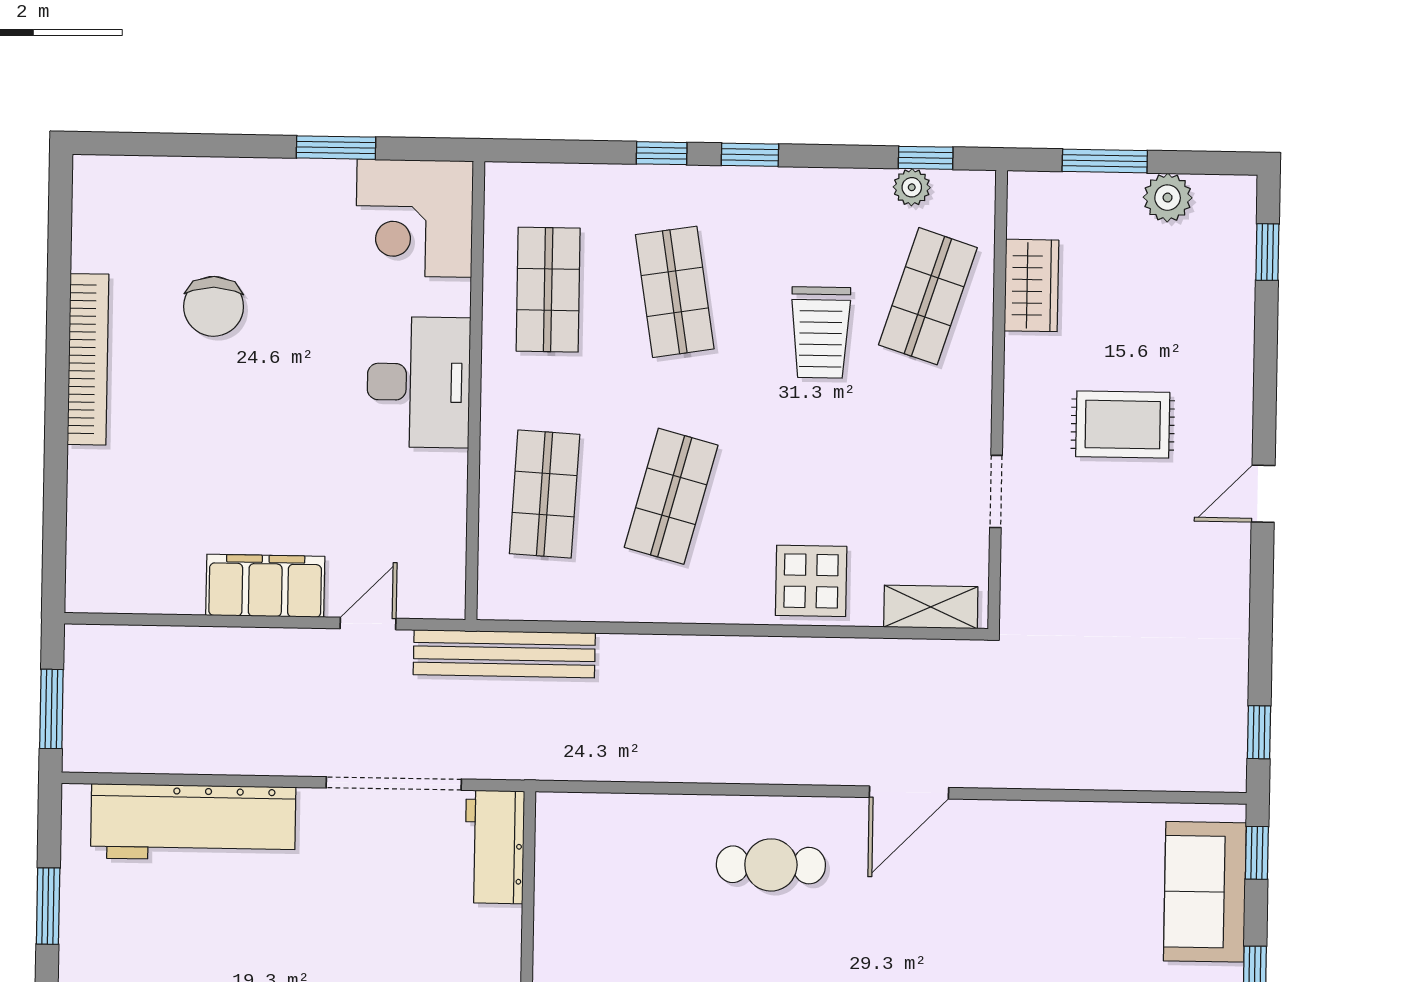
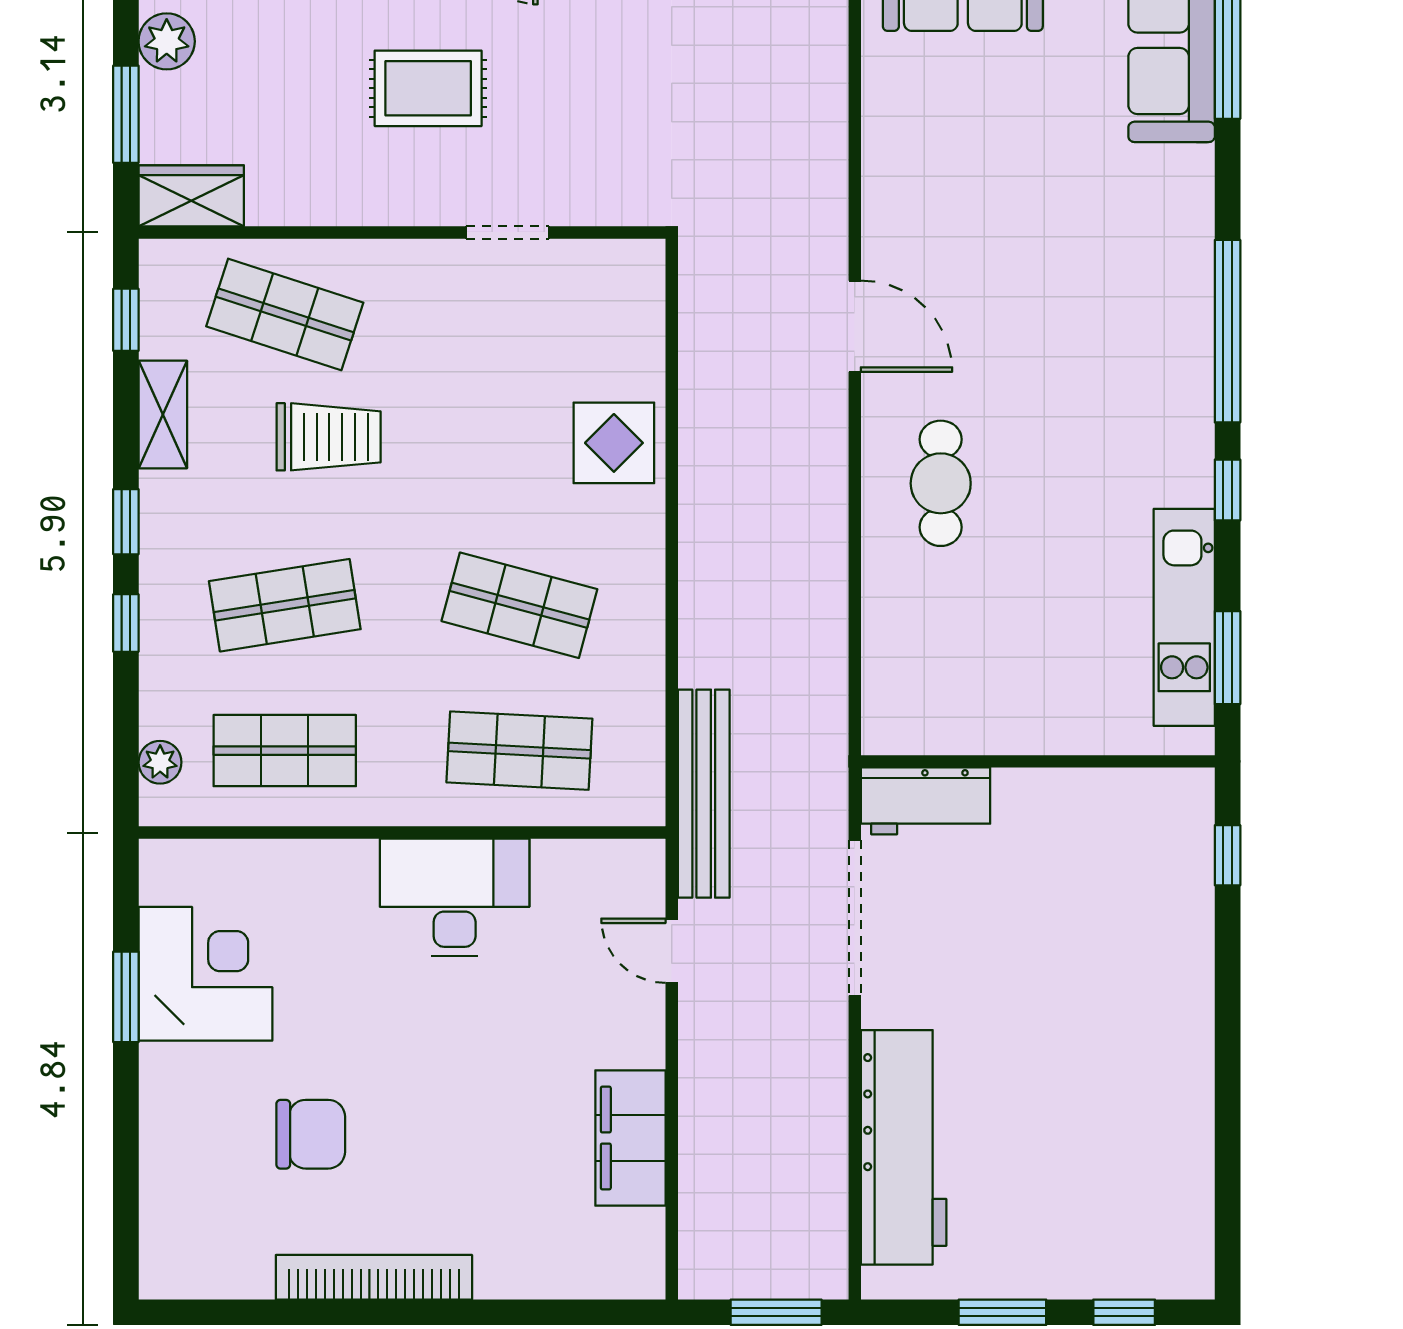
plant: (912, 187) -> (160, 762), moved
corner desk: (414, 218) -> (205, 974), moved, turned -90
wardrobe: (1031, 285) -> (191, 196), moved
desk: (419, 382) -> (455, 897), moved
rug: (1123, 425) -> (428, 88), turned 90
filing cabinet: (265, 586) -> (630, 1138), moved
shelving: (931, 607) -> (163, 415), moved

